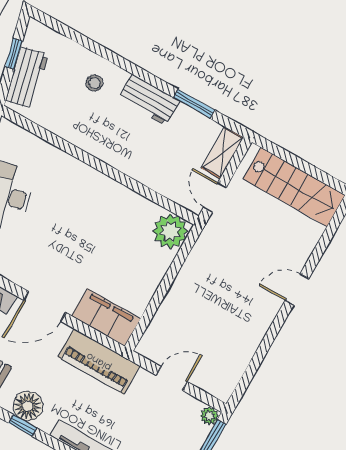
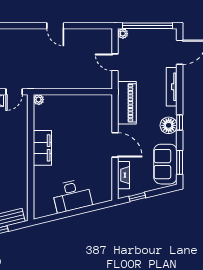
plant: (170, 231) -> (39, 100), width x0.53, depth x0.53
door: (297, 289) -> (55, 26), moved
filing cabinet: (106, 317) -> (42, 148), moved, turned 180

